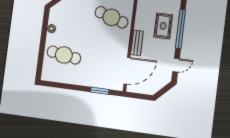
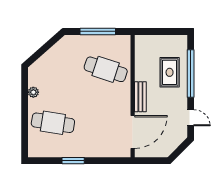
door: (176, 65) -> (191, 118), hinge flipped
window: (100, 91) -> (73, 161), moved

